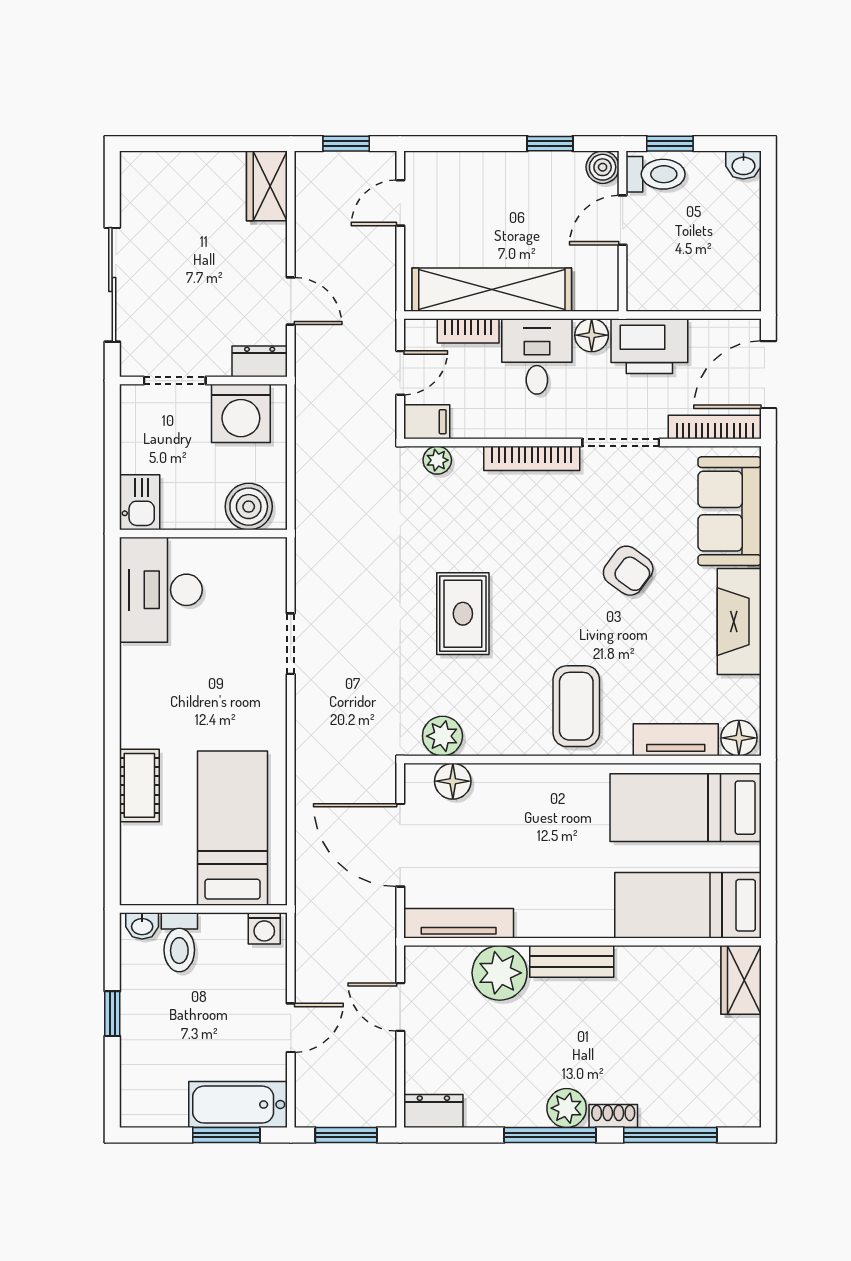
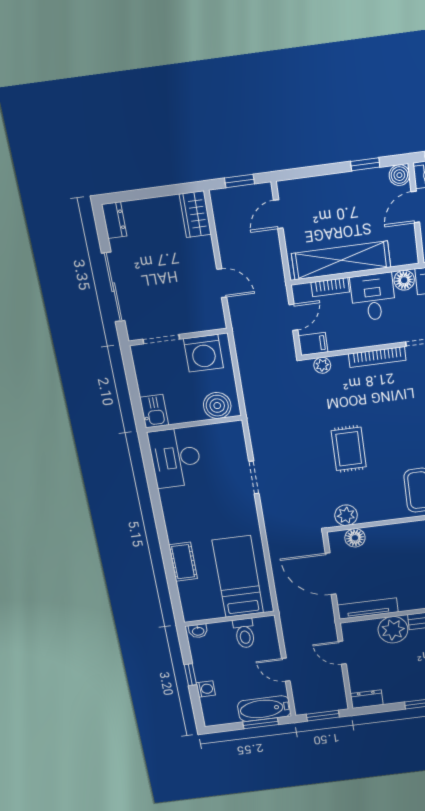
dresser: (260, 361) -> (114, 220), moved, turned 90
washing machine: (264, 928) -> (206, 689), moved, turned -90
toilet: (179, 942) -> (244, 633), moved
door: (291, 1028) -> (286, 670), swing flipped

